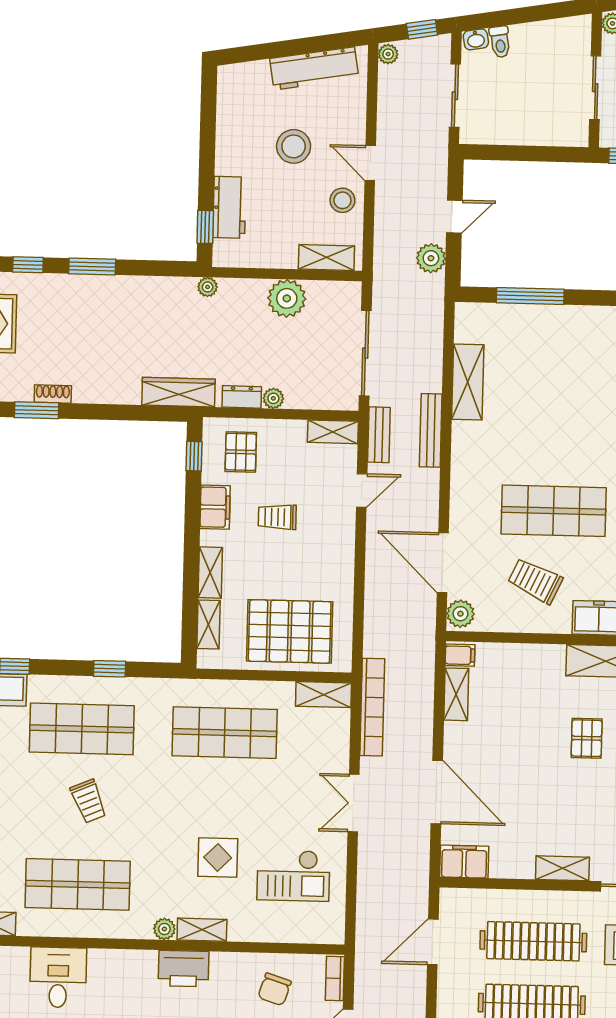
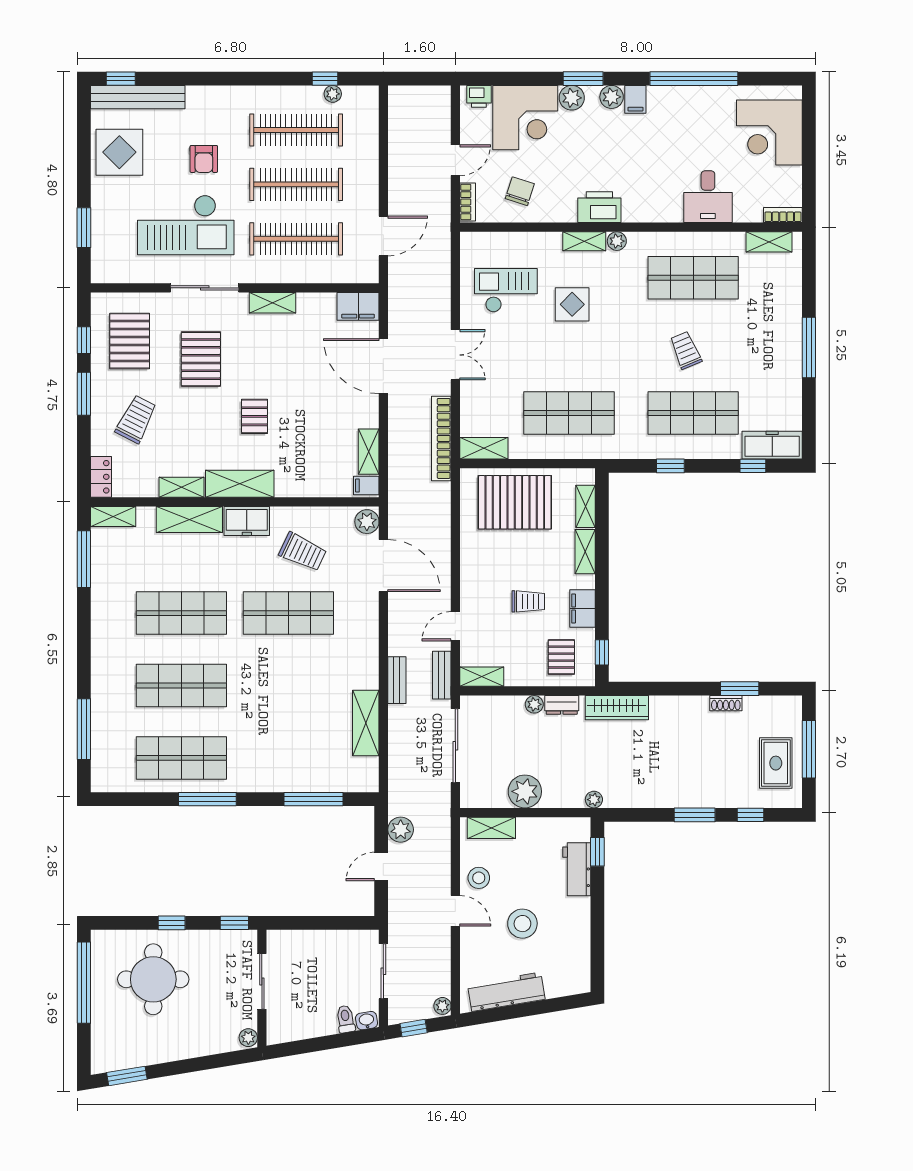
bench: (431, 430) -> (397, 680), width x0.73

